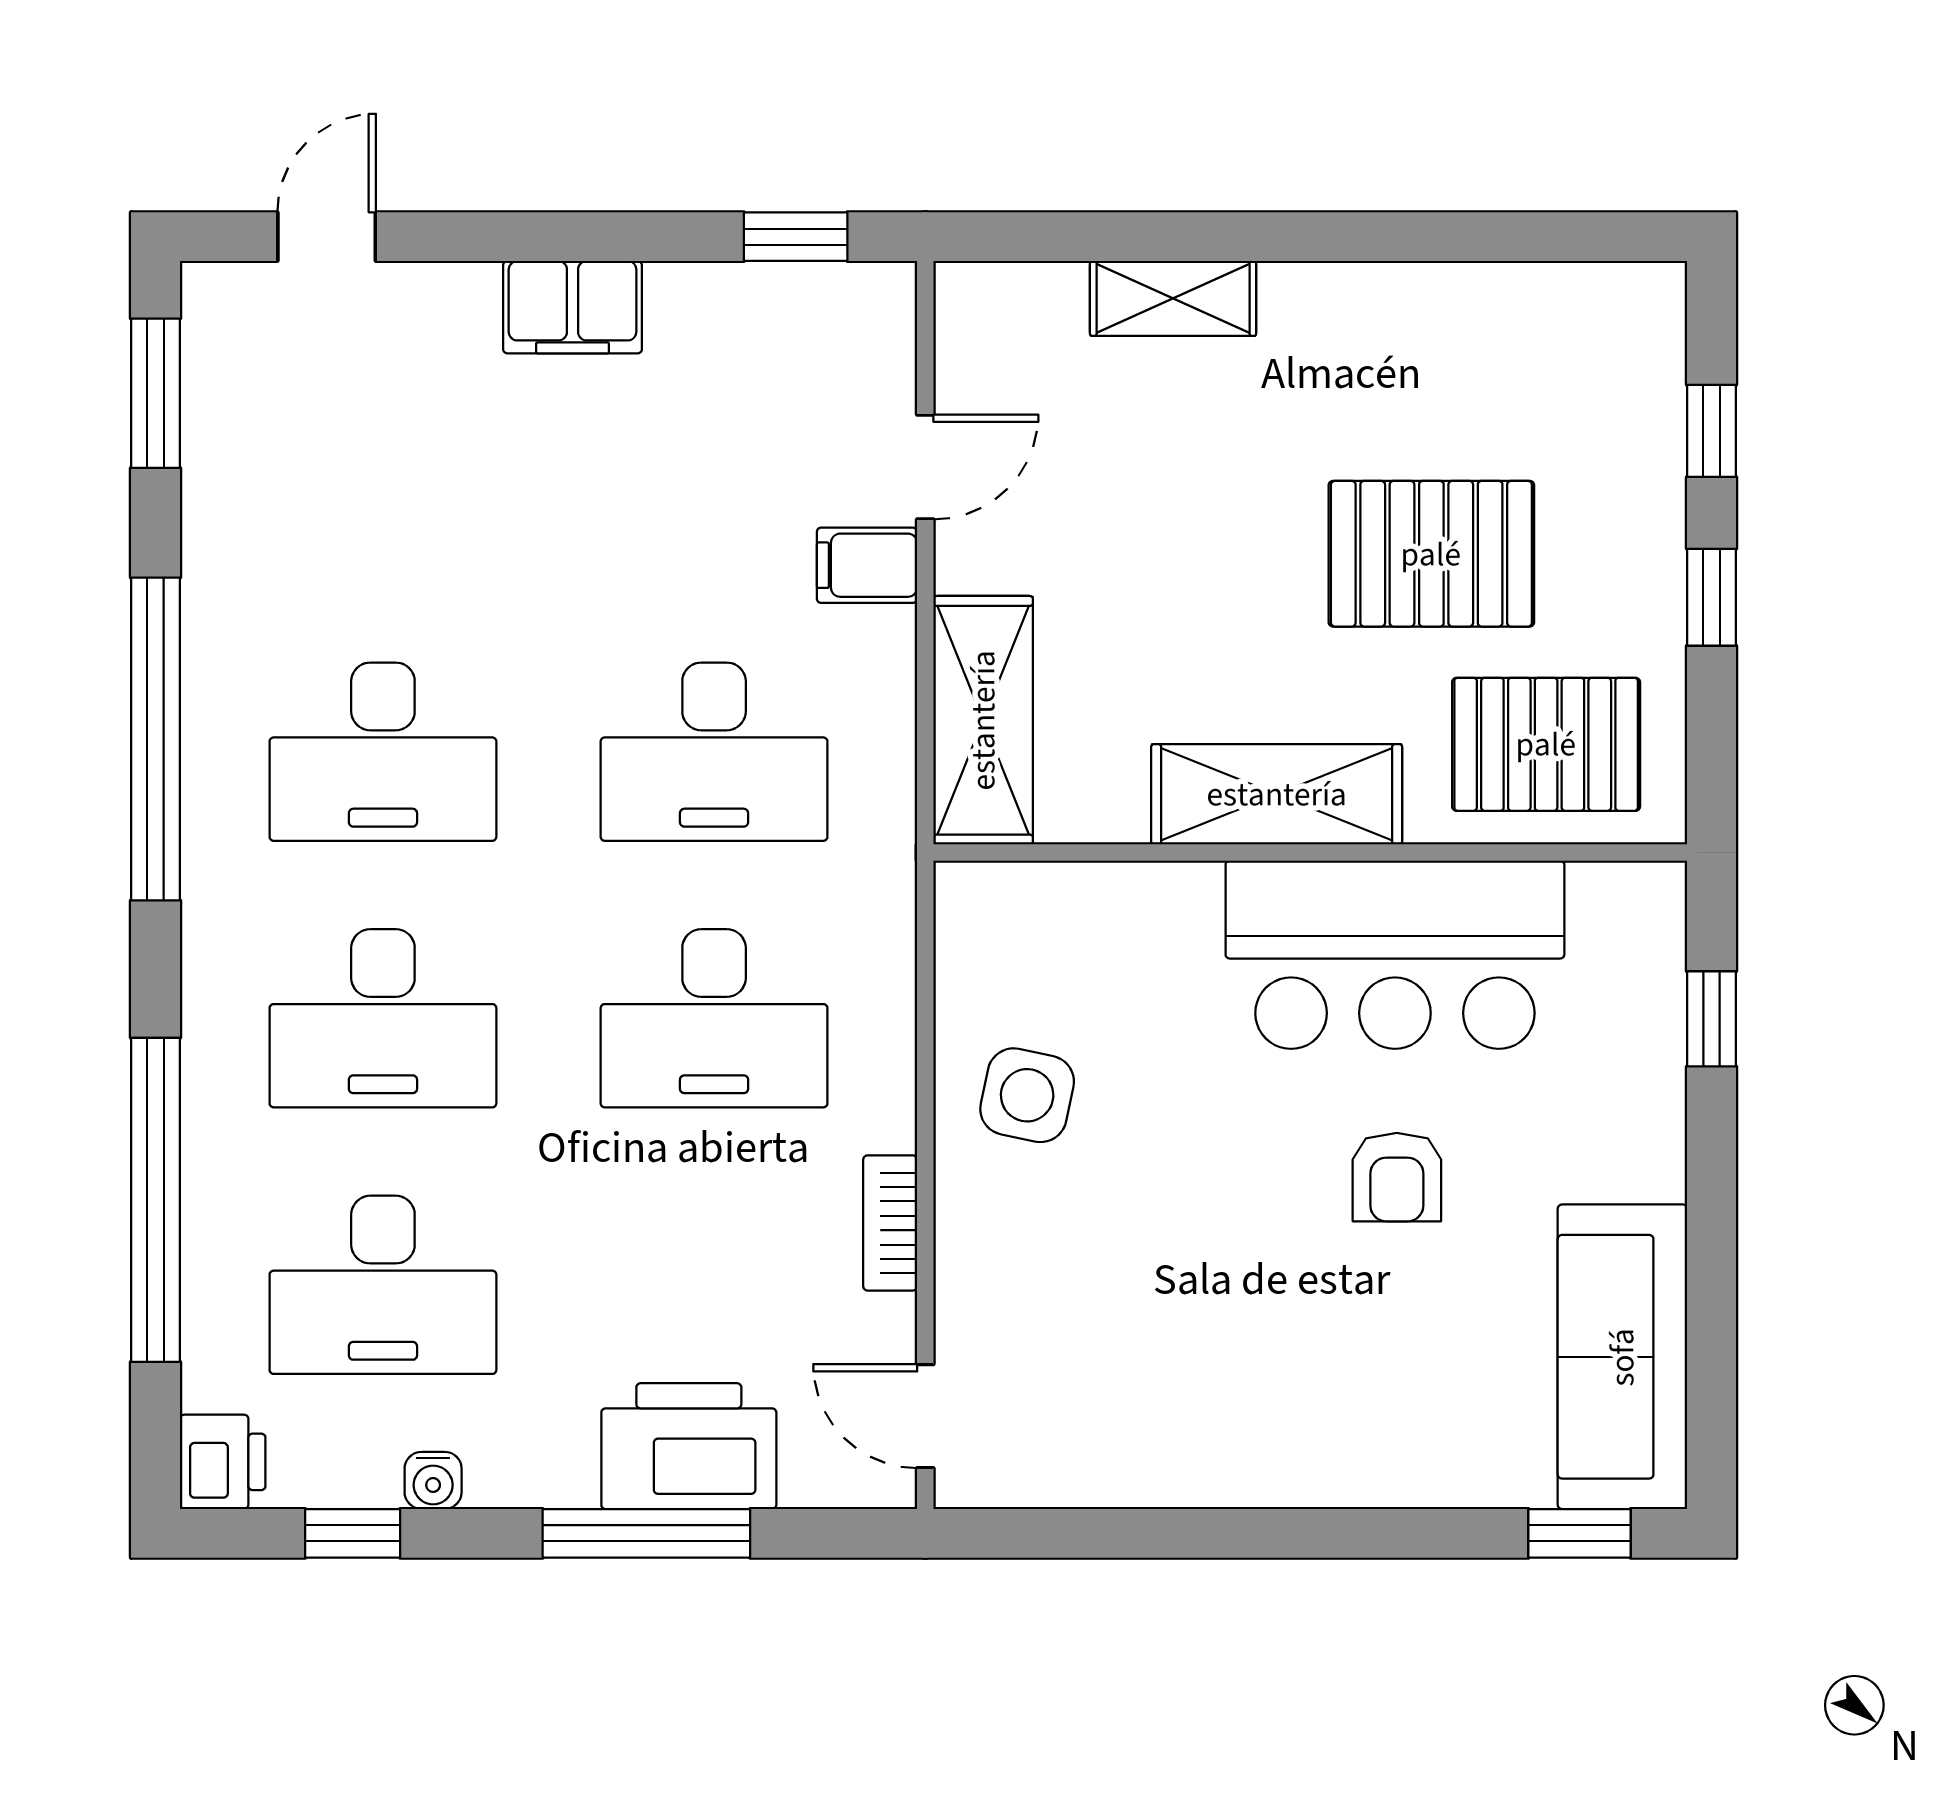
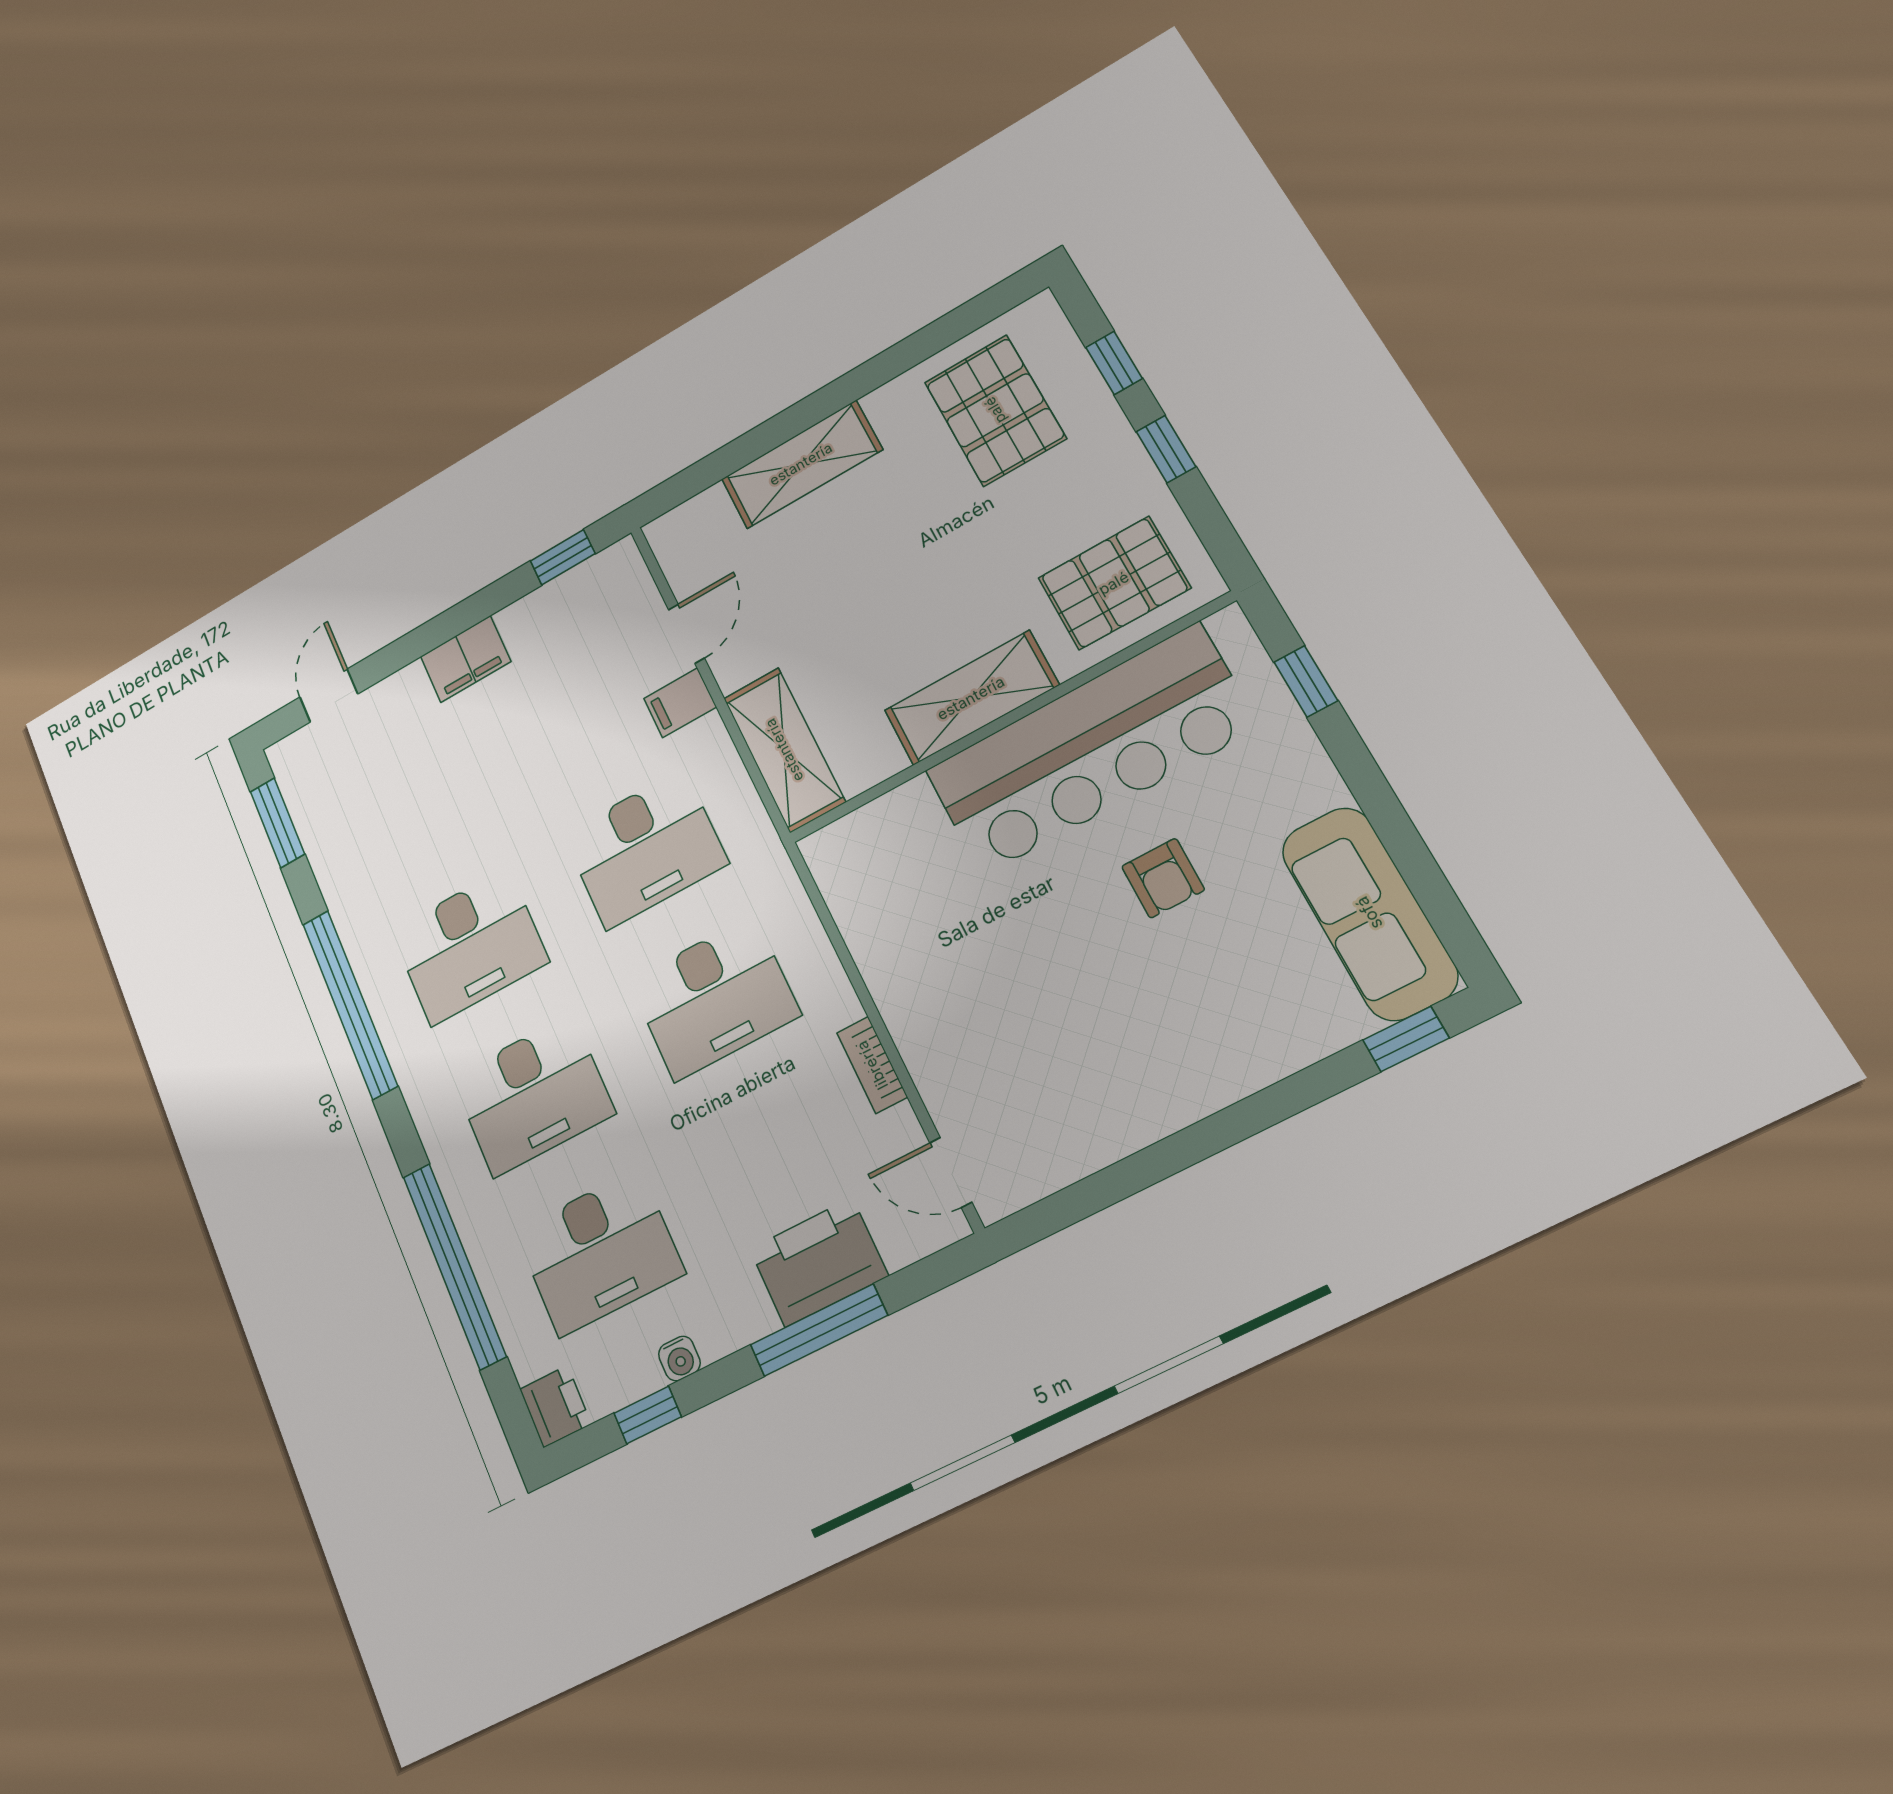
shelving: (1173, 298) -> (801, 464), width x1.50, depth x1.33
pallet: (1431, 554) -> (995, 410), moved, turned 90
bar counter: (1395, 955) -> (1090, 749), width x1.36
side table: (1027, 1095) -> (915, 947), removed

